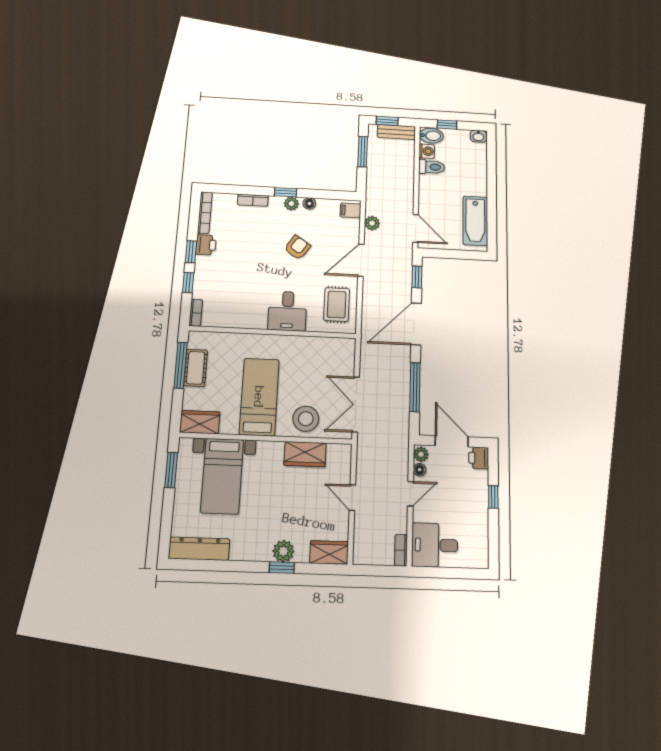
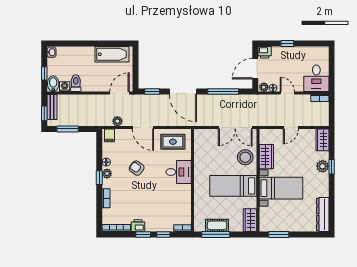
bed with nightstands: (222, 476) -> (281, 188), moved

